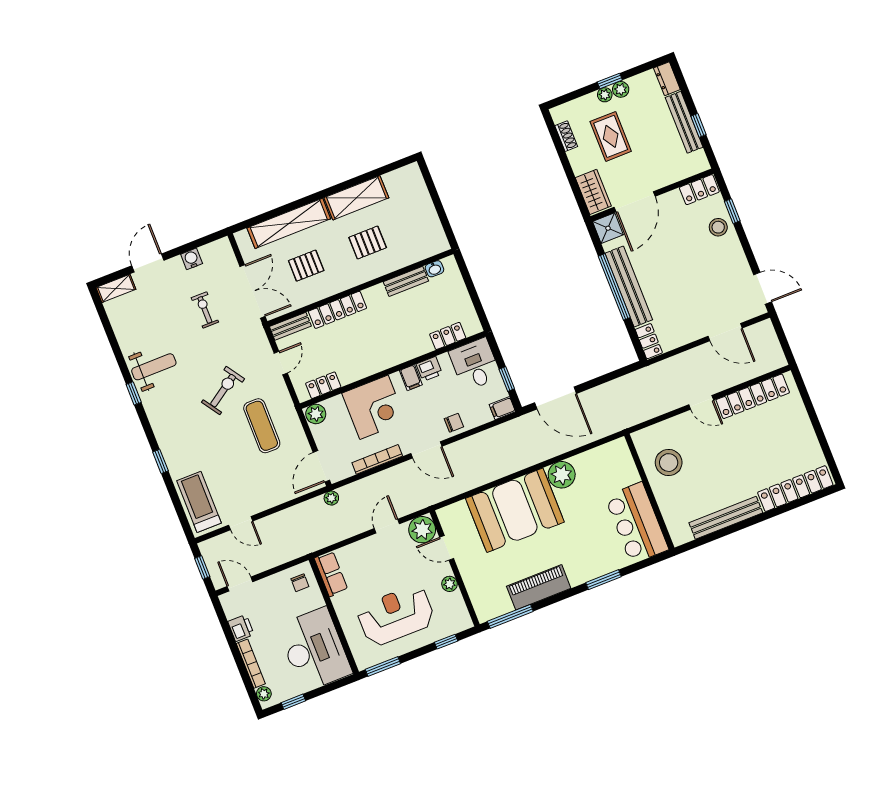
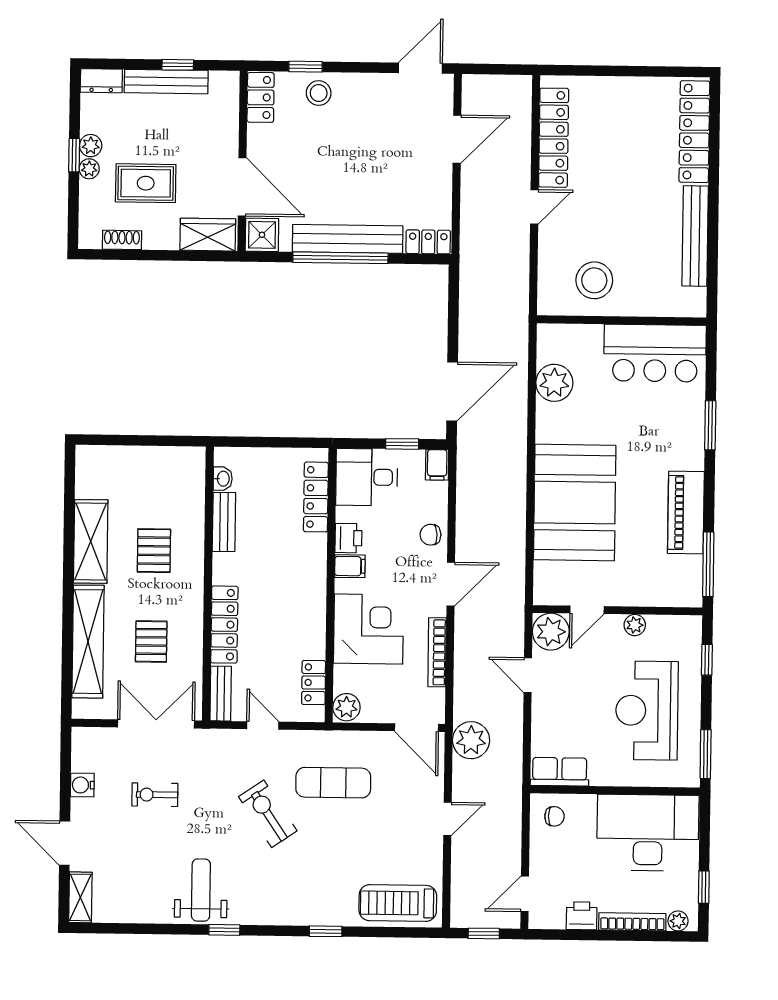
locker: (448, 336) -> (316, 497), width x1.53
chair: (454, 423) -> (430, 535), turned -92
plant: (562, 475) -> (554, 383), moved
plant: (331, 498) -> (471, 740), width x1.88, depth x1.88
door: (241, 523) -> (447, 819), moved

